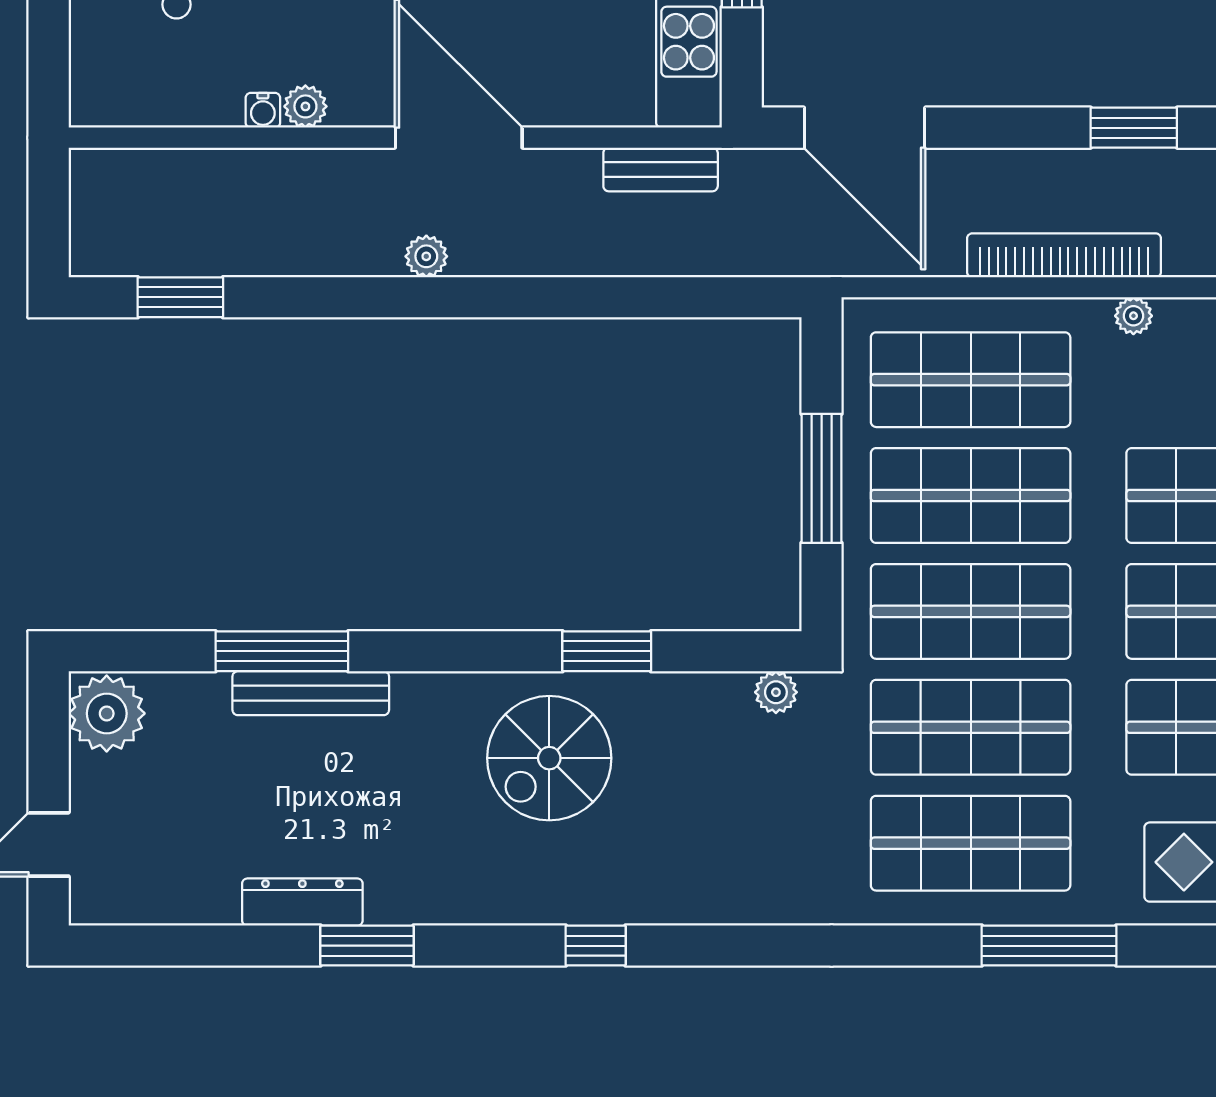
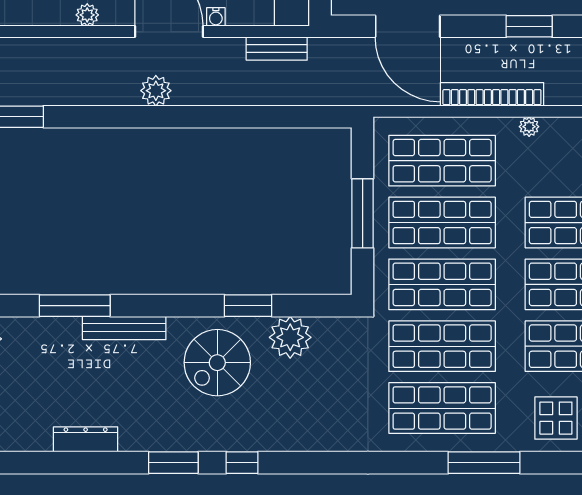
water cooler: (263, 110) -> (216, 17), moved
door: (865, 128) -> (408, 26), moved
plant: (426, 256) -> (156, 91), width x1.38, depth x1.38
plant: (776, 692) -> (290, 337), moved, width x1.88, depth x1.88
bench: (311, 693) -> (124, 328), moved
window: (367, 946) -> (173, 463), moved

